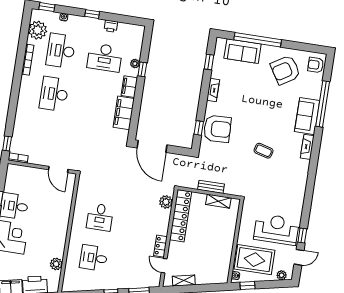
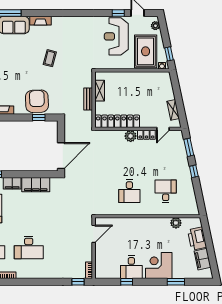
plant: (166, 202) -> (131, 136), moved
desk: (100, 217) -> (129, 191), turned 90
desk: (94, 258) -> (166, 191), turned 180

